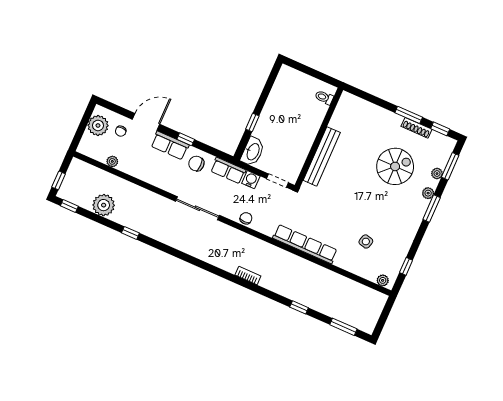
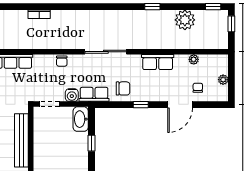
plant: (98, 125) -> (223, 80), width x0.53, depth x0.53
row of seats: (170, 145) -> (158, 62), moved, turned 180

